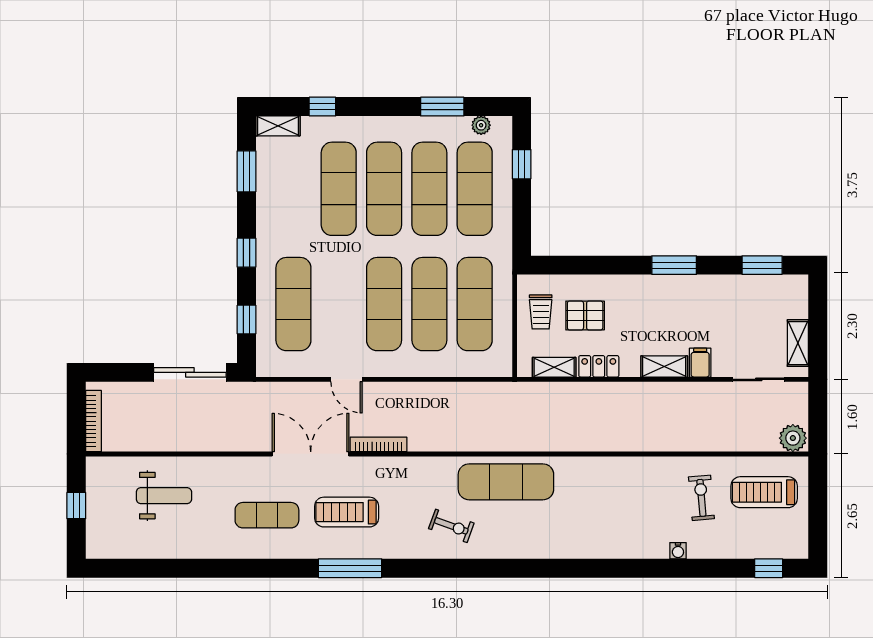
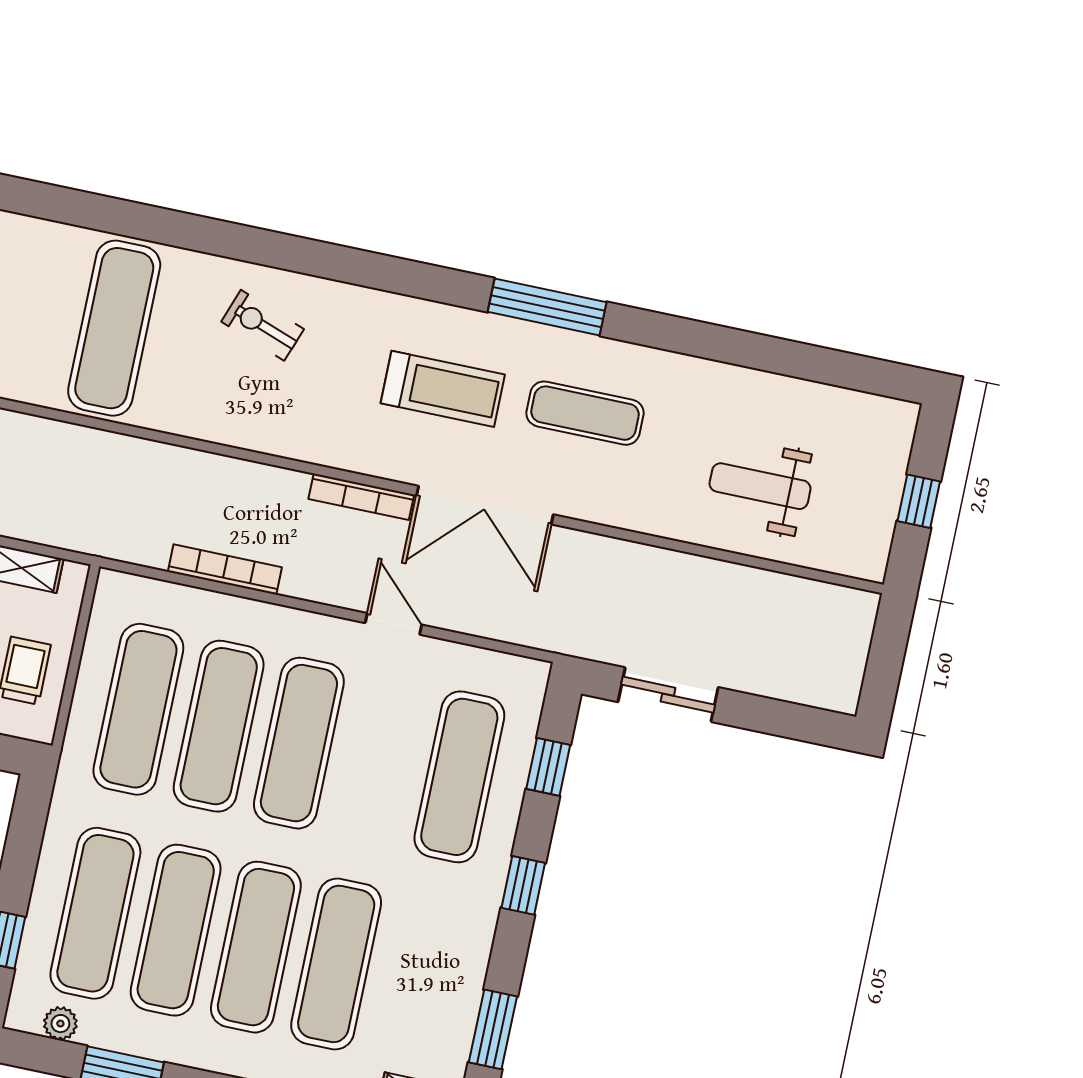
sliding door: (190, 372) -> (668, 695), width x0.73
bookcase: (93, 421) -> (225, 569), moved, turned 90
exercise mat: (506, 482) -> (114, 328), moved, turned 90
window: (350, 568) -> (547, 307), moved

